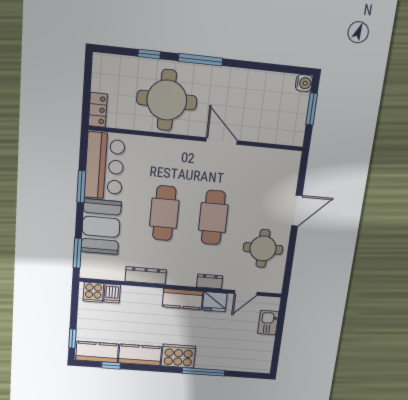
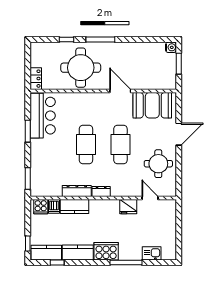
booth: (101, 227) -> (152, 105), moved, turned 90
dresser: (210, 281) -> (101, 191), moved
door: (246, 293) -> (150, 198), swing flipped
kitchen counter: (183, 299) -> (75, 206), moved
kitchen sink: (268, 323) -> (152, 253), moved, turned 90

